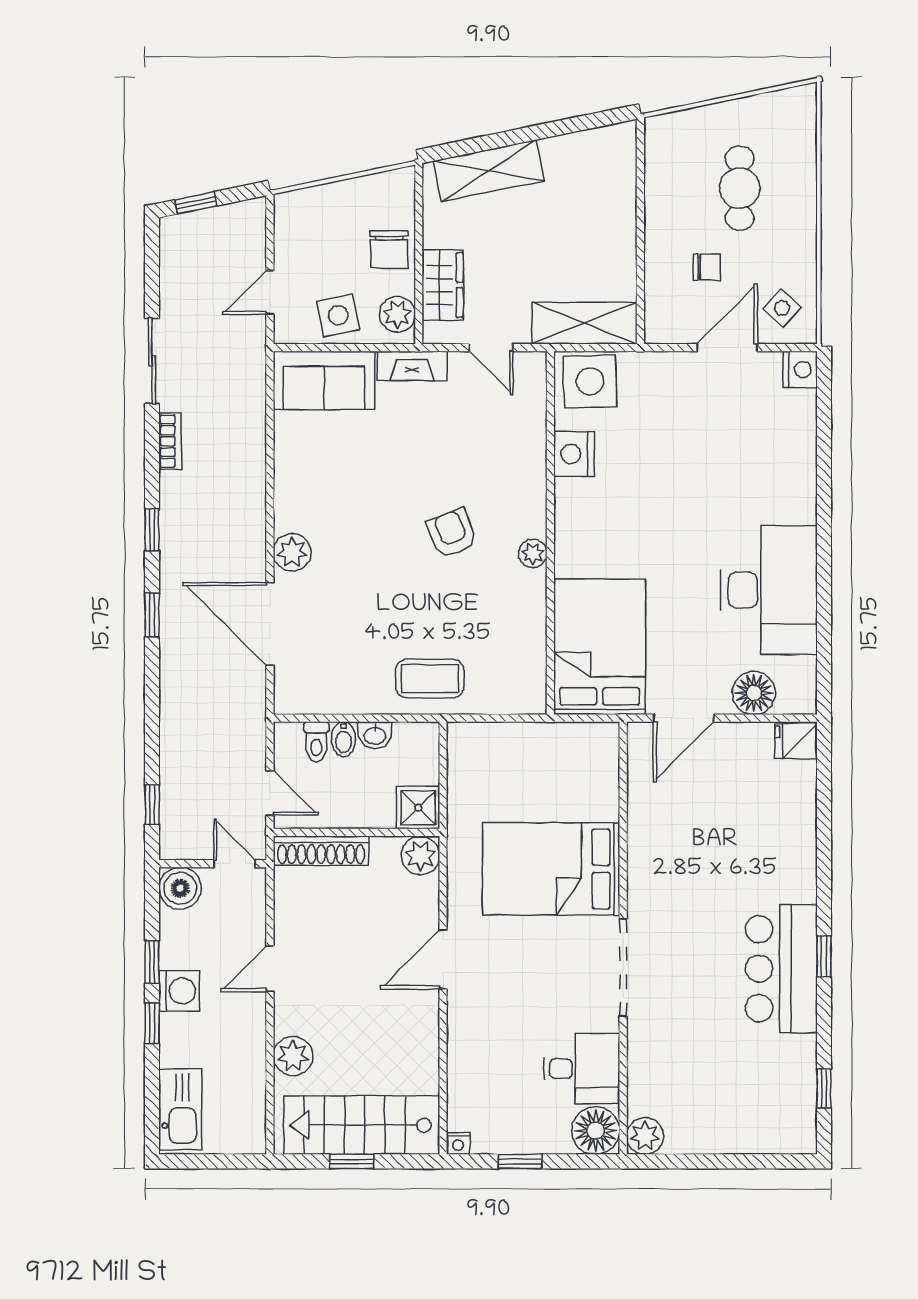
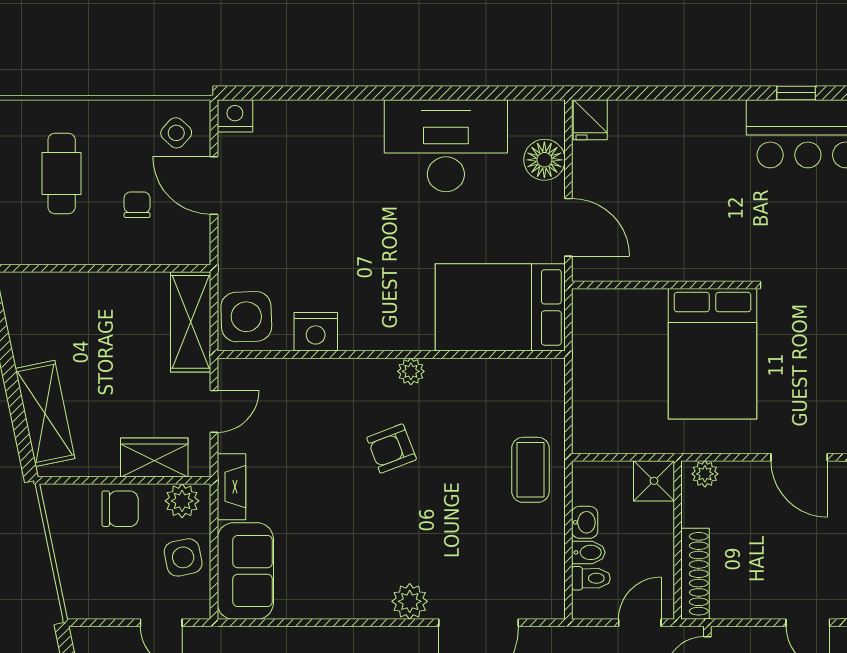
cafe table: (740, 188) -> (62, 173), turned 90
plant: (420, 856) -> (705, 474), width x0.73, depth x0.73

